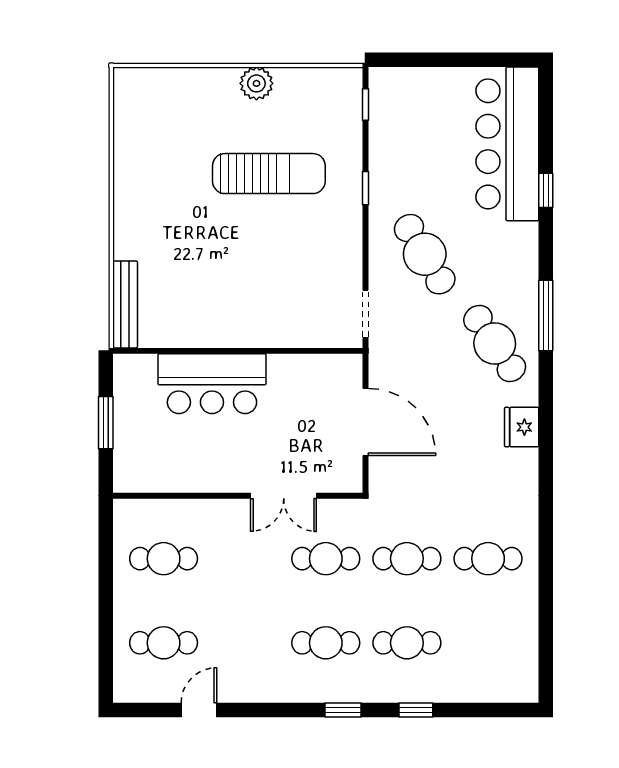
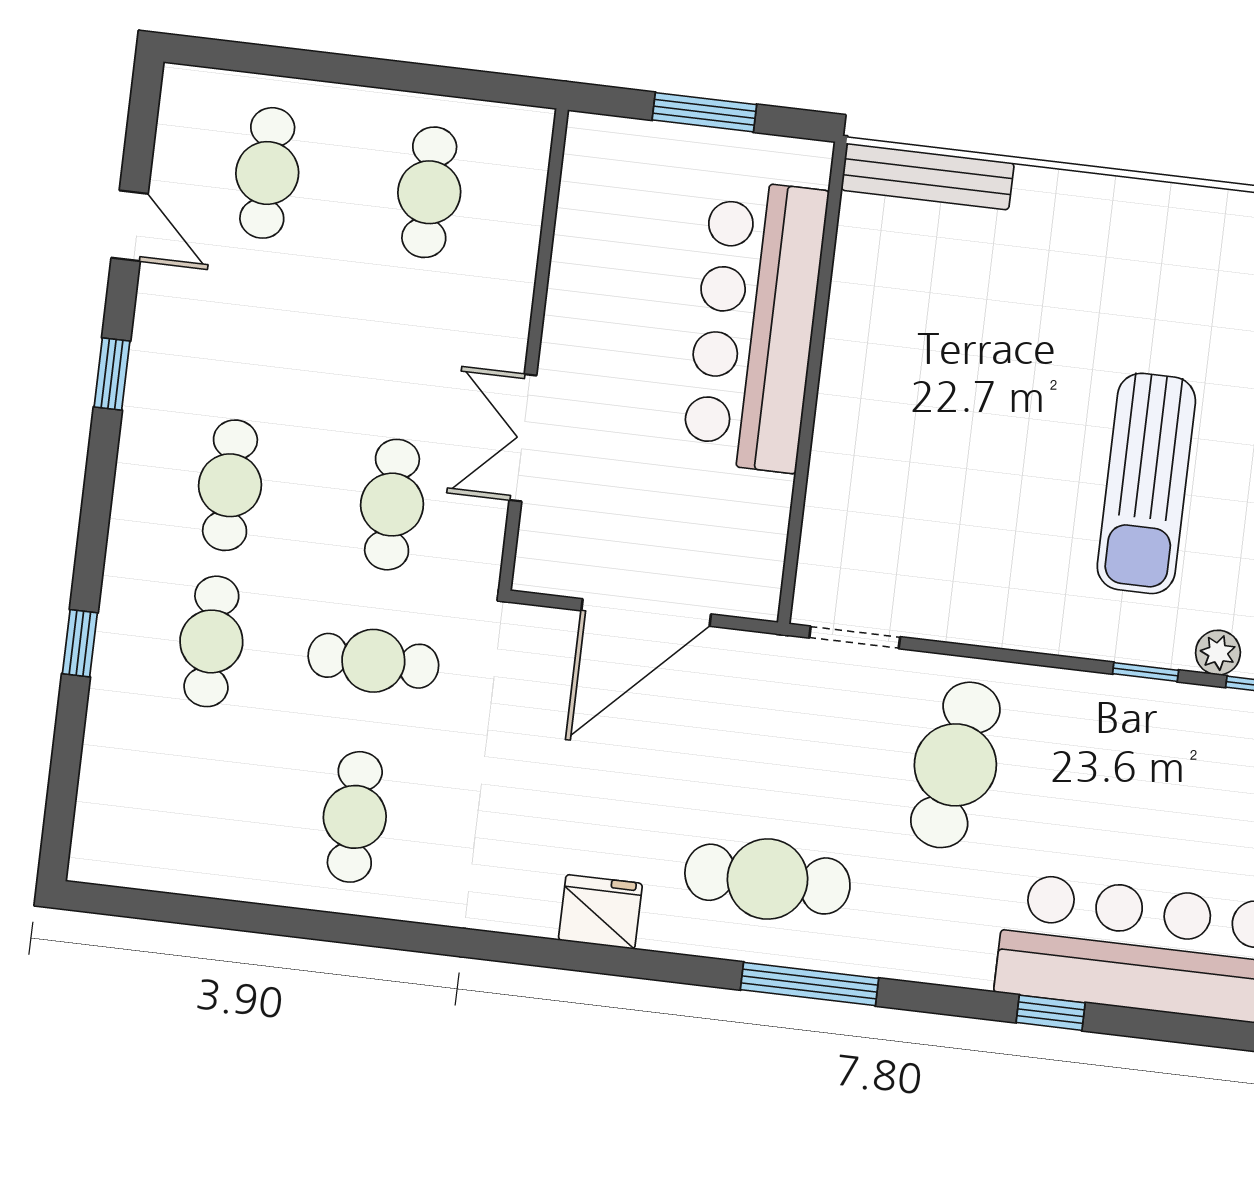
plant: (351, 127) -> (1218, 653), added
window: (366, 188) -> (1146, 672), moved
cafe table: (425, 254) -> (955, 765), turned -50
cafe table: (495, 343) -> (767, 879), turned 34
bar counter: (212, 384) -> (755, 326), width x1.36
cafe table: (407, 559) -> (373, 661), turned 90
window: (343, 710) -> (112, 374), moved

